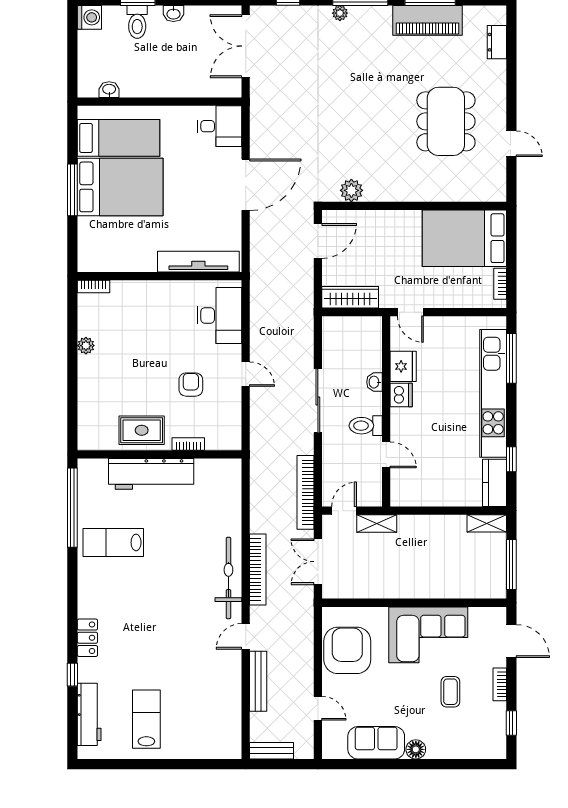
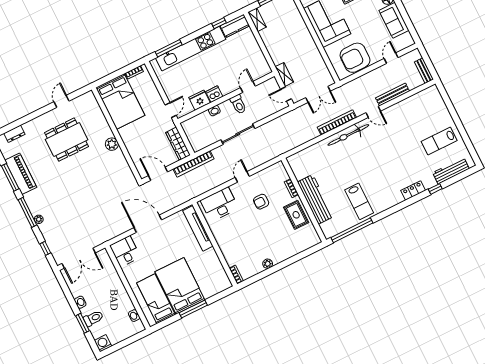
plant: (351, 190) -> (112, 144), moved
bookcase: (305, 492) -> (194, 164), moved

